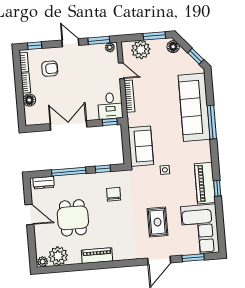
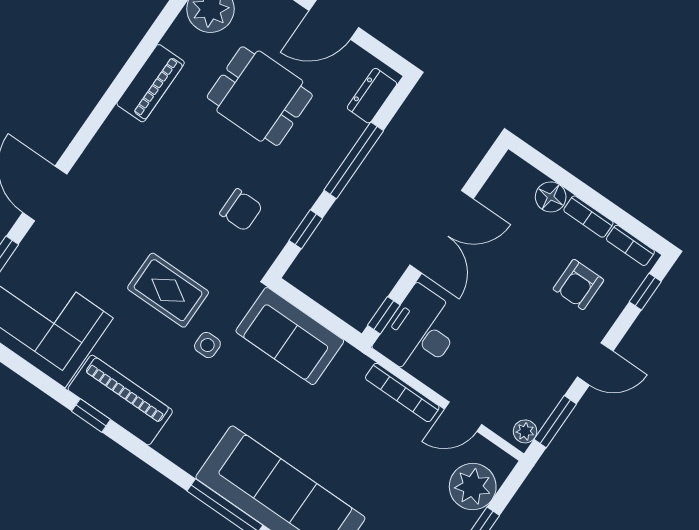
desk: (110, 106) -> (420, 332), width x1.37
rug: (158, 222) -> (168, 290), moved

